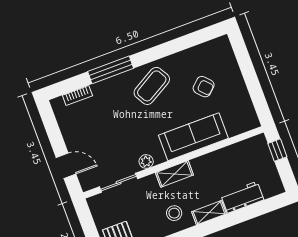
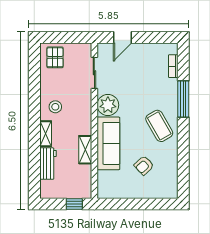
plant: (146, 161) -> (108, 105), width x1.88, depth x1.88
shelving: (174, 174) -> (85, 150), moved

